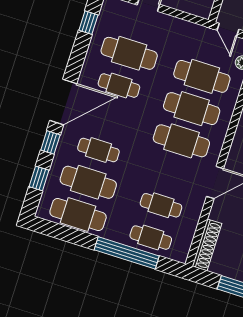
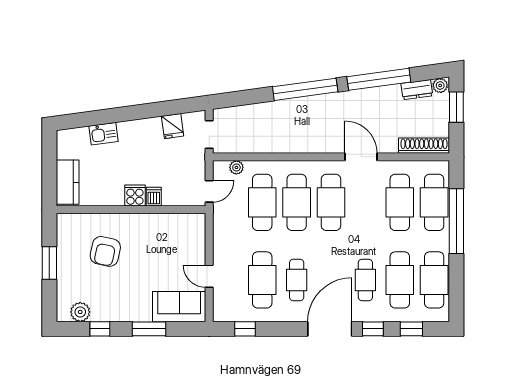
door: (63, 102) -> (330, 329), hinge flipped
cafe table: (161, 205) -> (400, 202), width x1.37, depth x1.35
cafe table: (151, 238) -> (434, 202), width x1.37, depth x1.35

